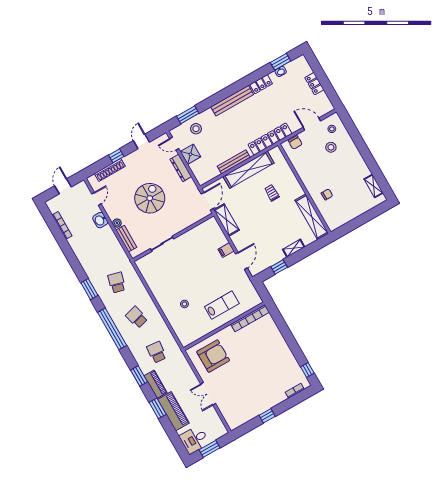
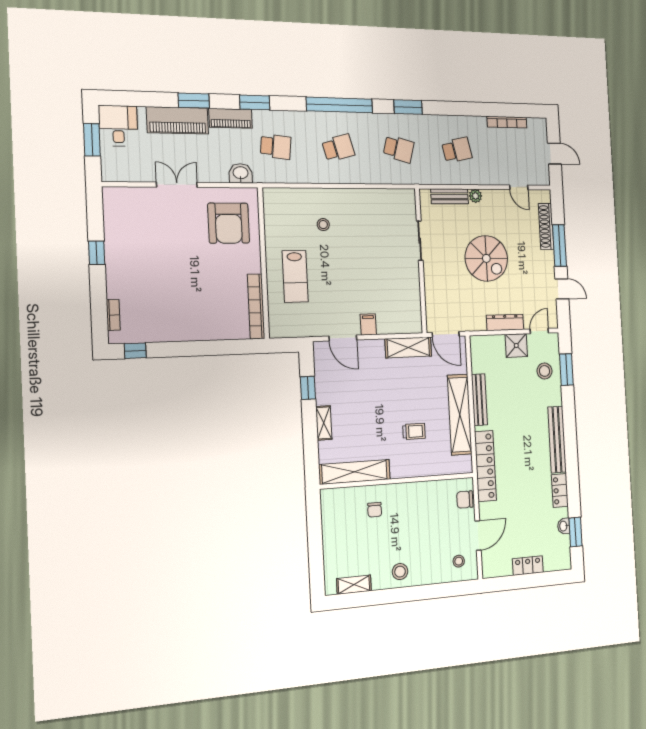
stool: (331, 147) -> (400, 572), moved
window: (116, 156) -> (559, 245), width x2.17
washbasin: (100, 220) -> (241, 173), moved
school desk: (97, 248) -> (457, 150), added

